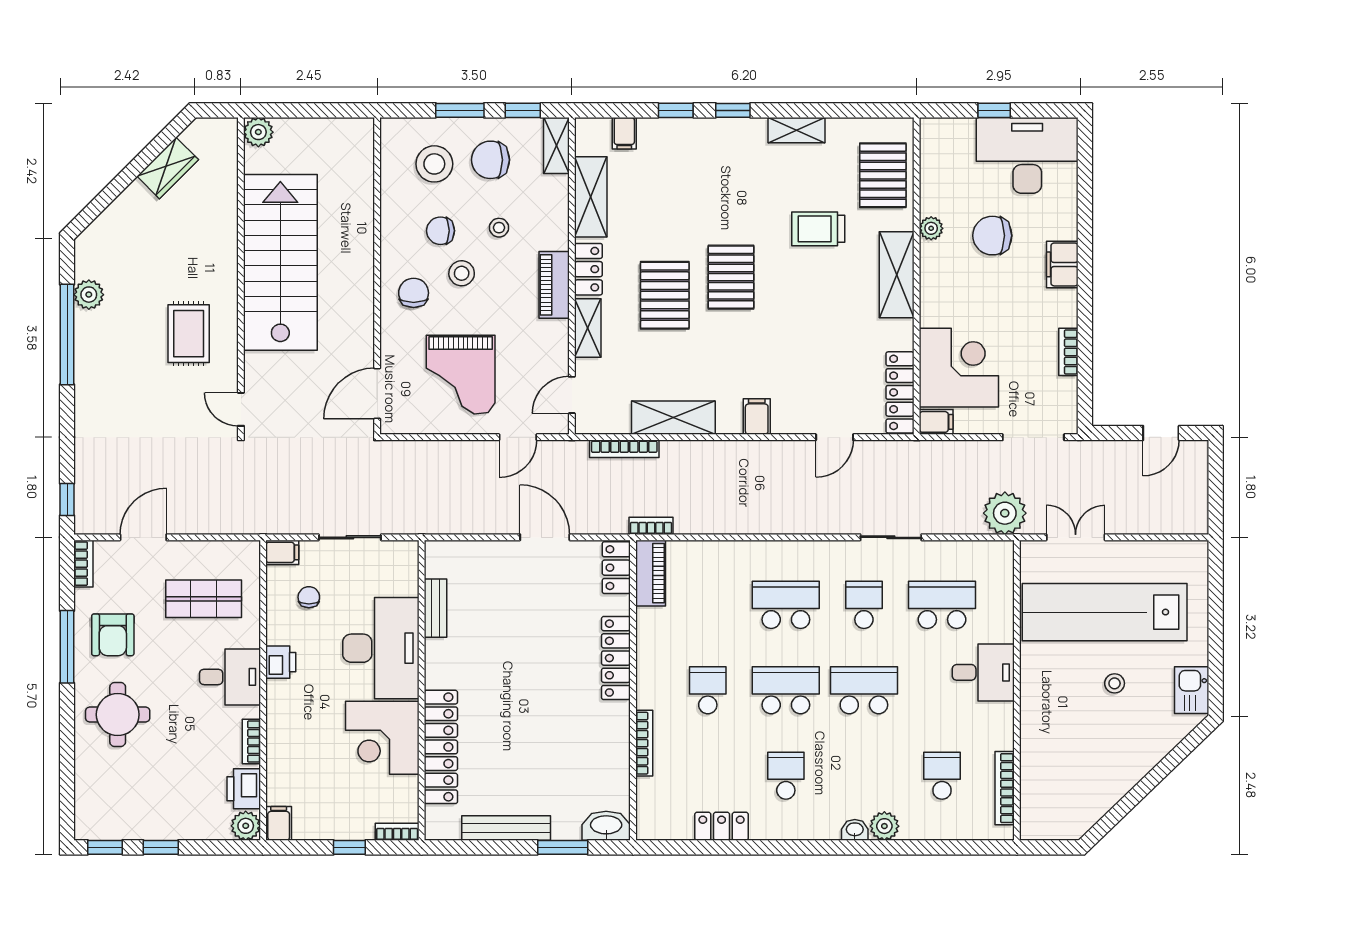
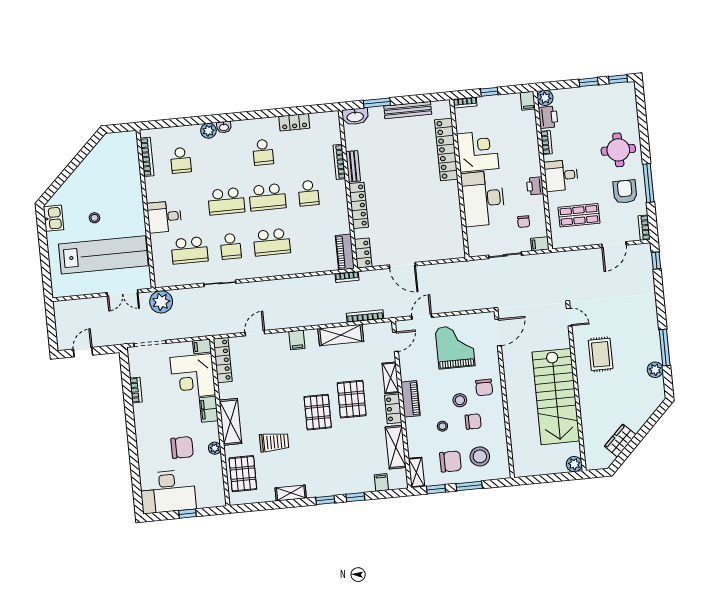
filing cabinet: (1062, 264) -> (209, 409), moved, turned 180
window: (67, 335) -> (665, 348), width x0.68
bench: (436, 608) -> (353, 166), moved

